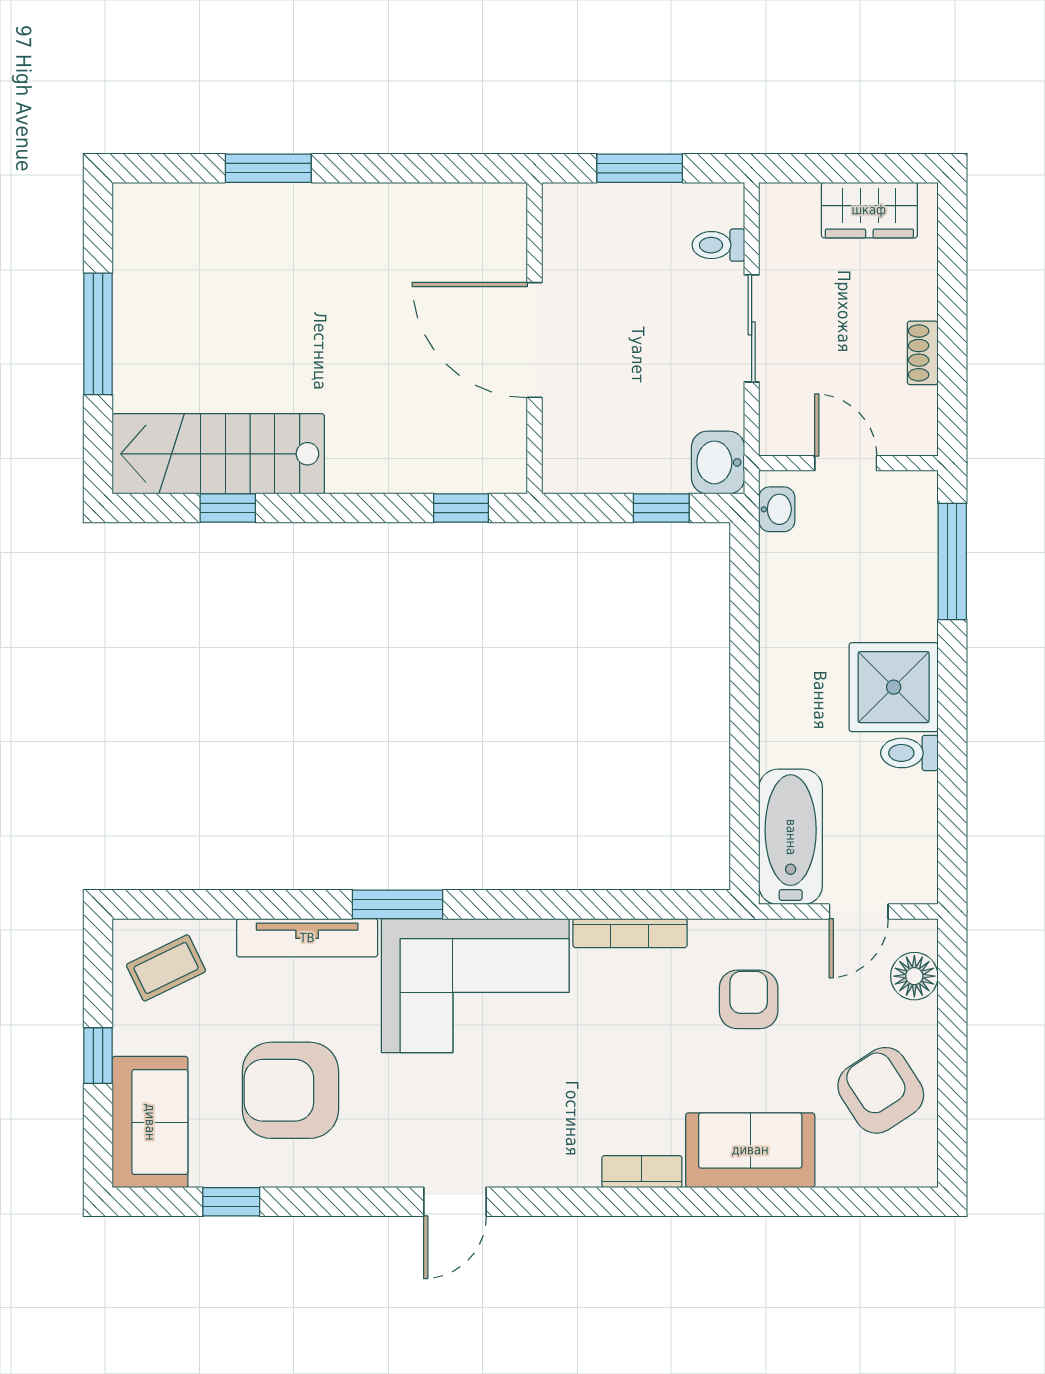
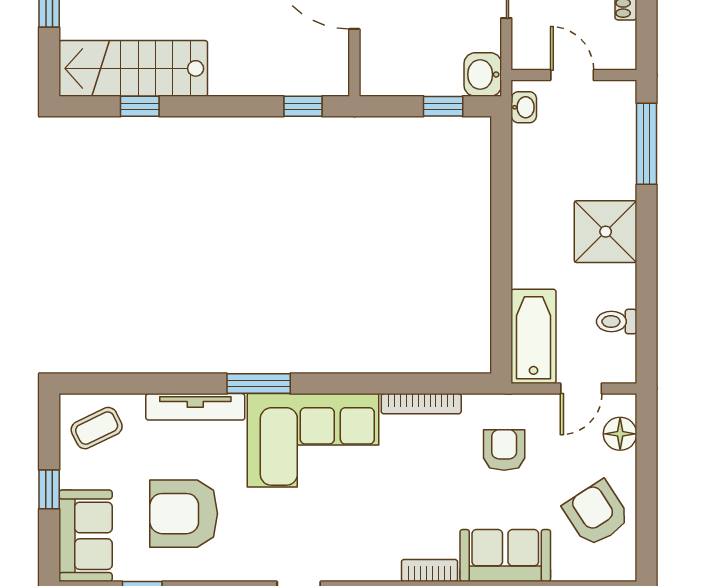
toilet: (909, 753) -> (617, 322), moved

